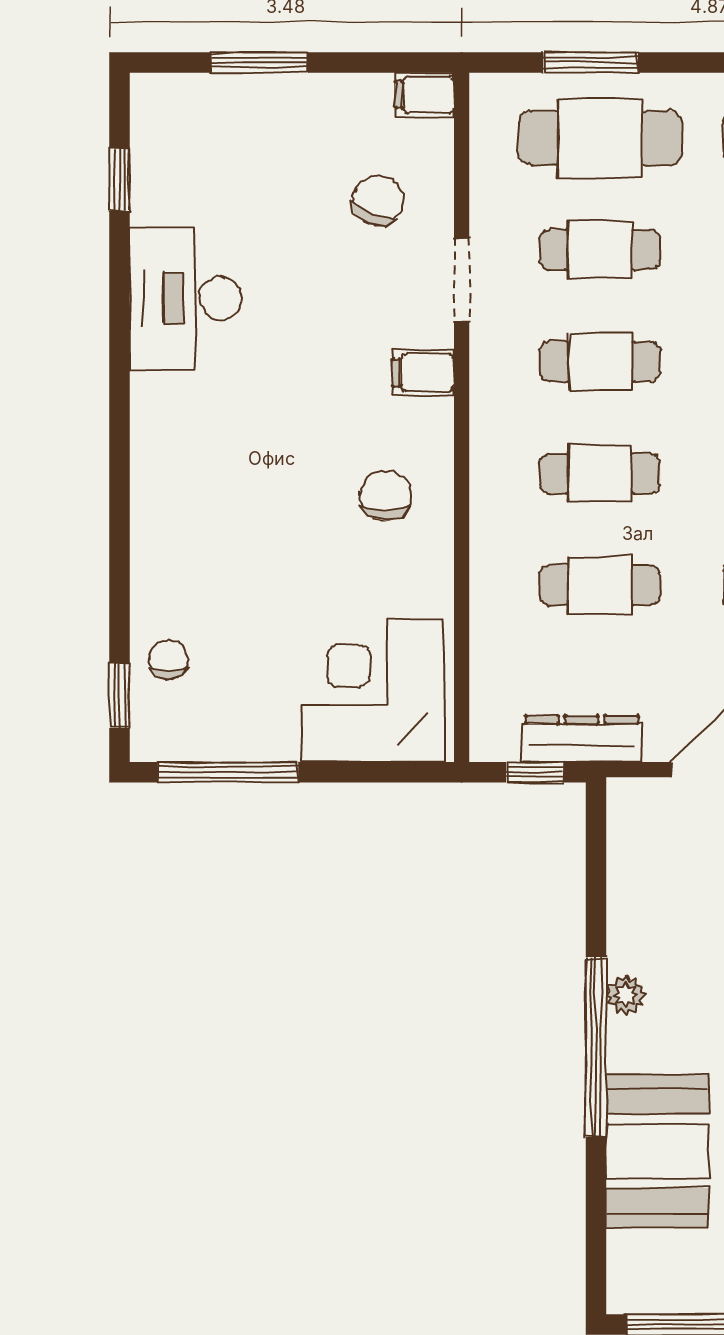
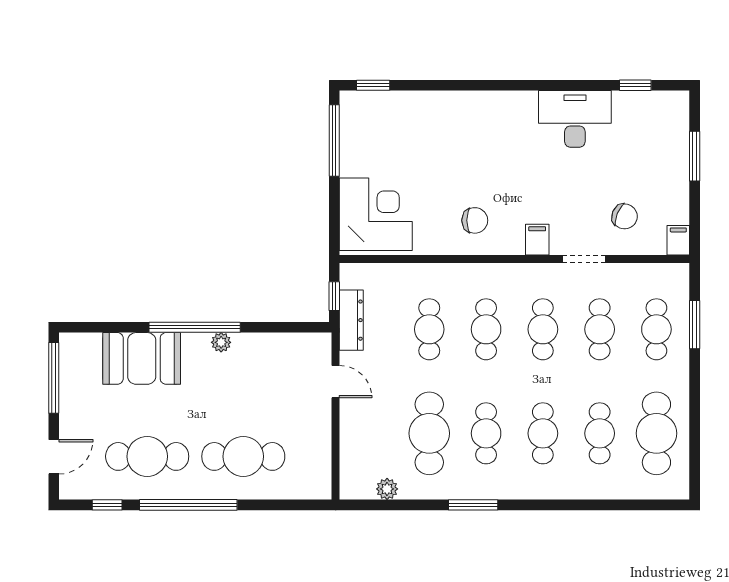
cafe table: (600, 138) -> (656, 329), width x0.73, depth x0.74
chair: (169, 659) -> (392, 110), removed

